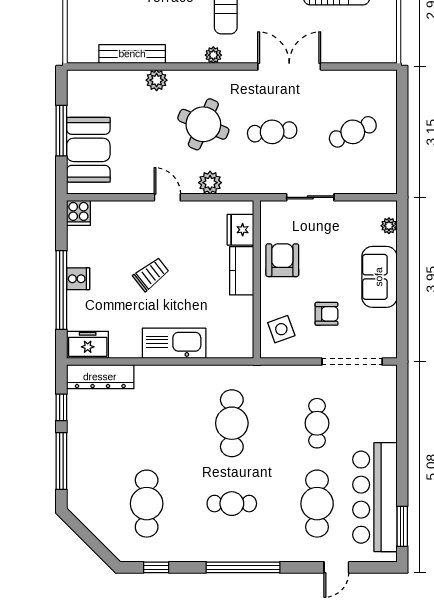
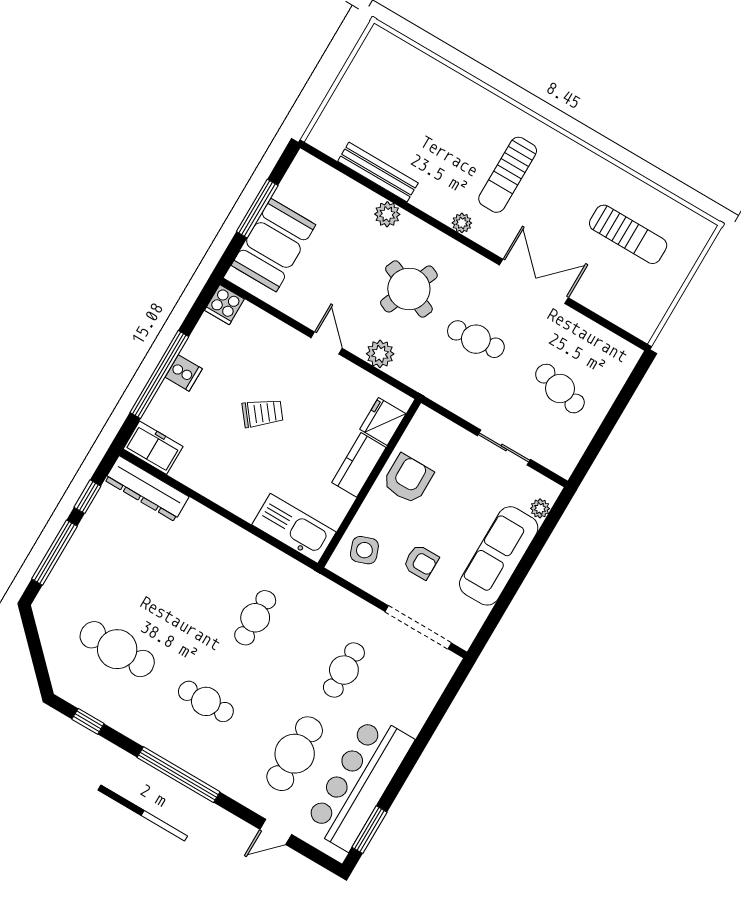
cafe table: (353, 132) -> (560, 389), turned 39
sliding door: (310, 197) -> (504, 447), moved
sofa: (379, 277) -> (499, 556), width x1.36
kitchen sink: (174, 343) -> (294, 528), moved
cafe table: (232, 423) -> (255, 618), width x0.73, depth x0.74
cafe table: (147, 504) -> (117, 649), turned 90

